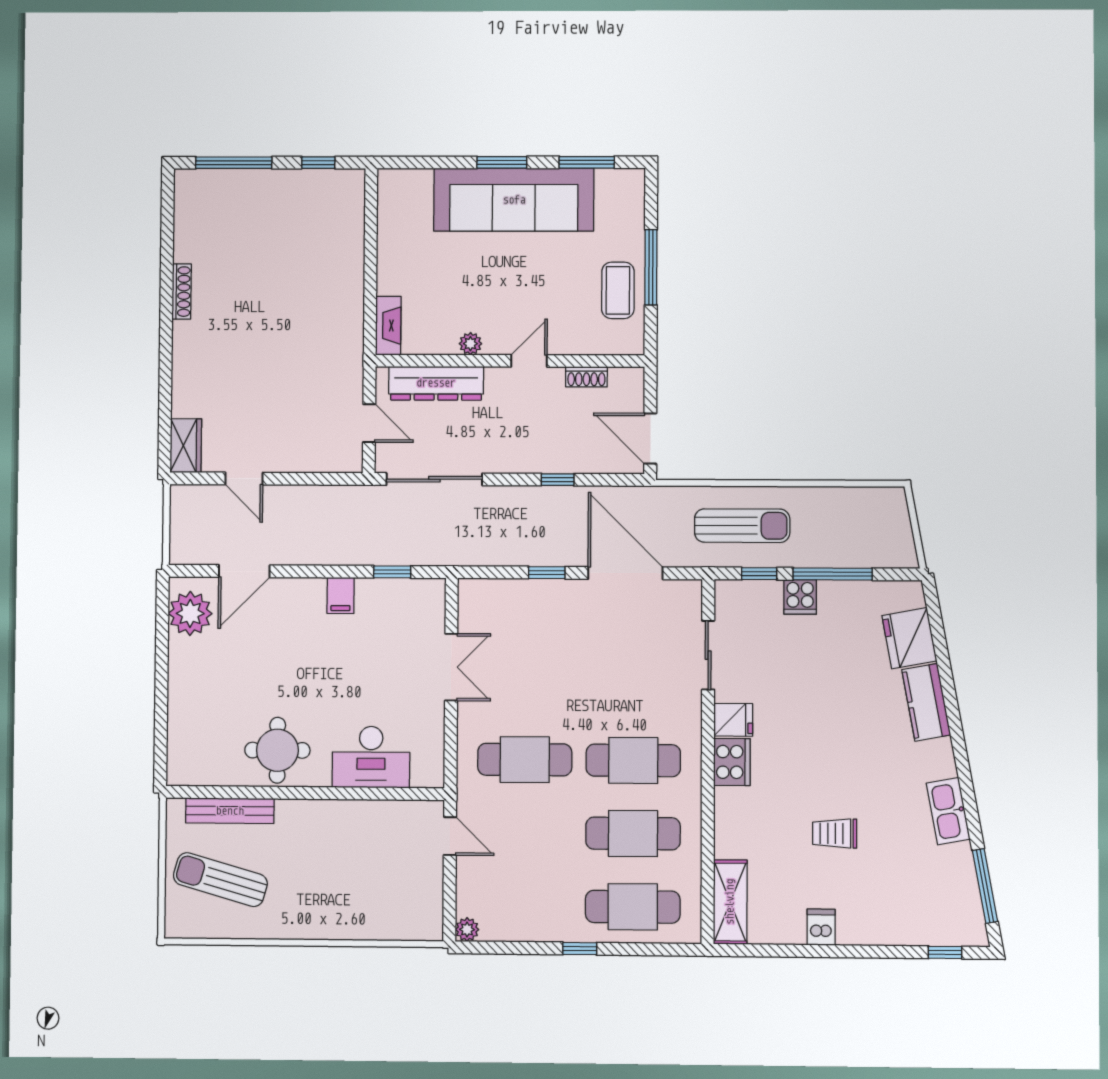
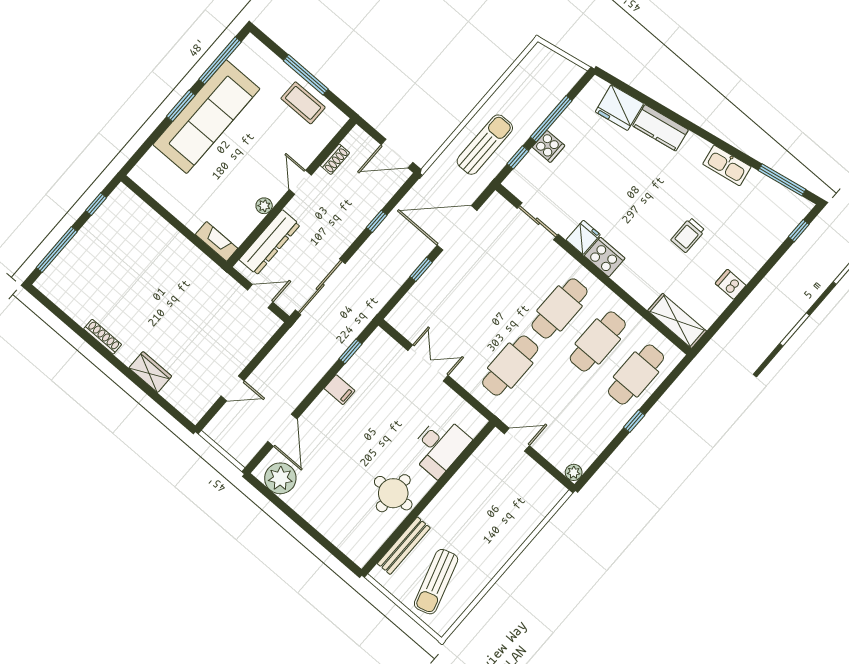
window: (587, 162) -> (220, 61), width x1.44
wardrobe: (186, 446) -> (150, 372), moved
sun lounger: (220, 880) -> (436, 582), turned -33

